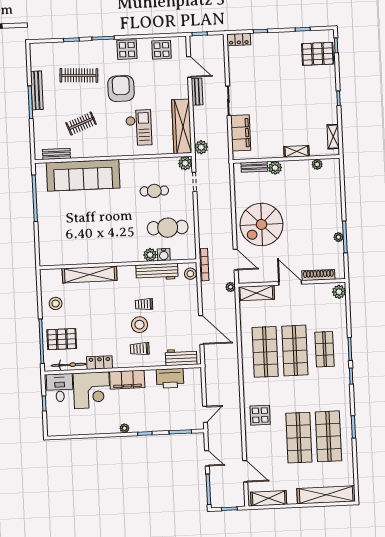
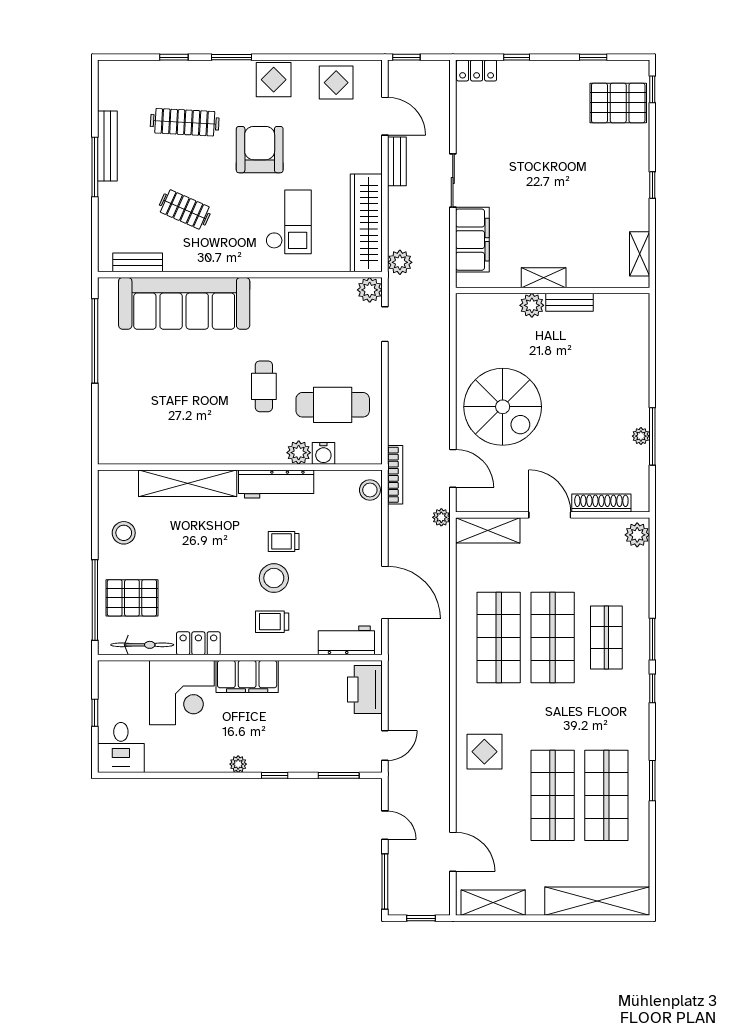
clothes rail: (81, 123) -> (185, 209), turned 45
shelving: (297, 151) -> (544, 278), moved
plant: (317, 164) -> (608, 303), removed
bench: (254, 167) -> (569, 302), moved
cafe table: (154, 191) -> (264, 386), moved, turned 90
spiral stairs: (261, 224) -> (503, 407), turned -90
workbench: (157, 272) -> (276, 484), moved
printer: (170, 378) -> (365, 690), moved, turned 90
desk: (60, 388) -> (121, 747), moved, turned 180

